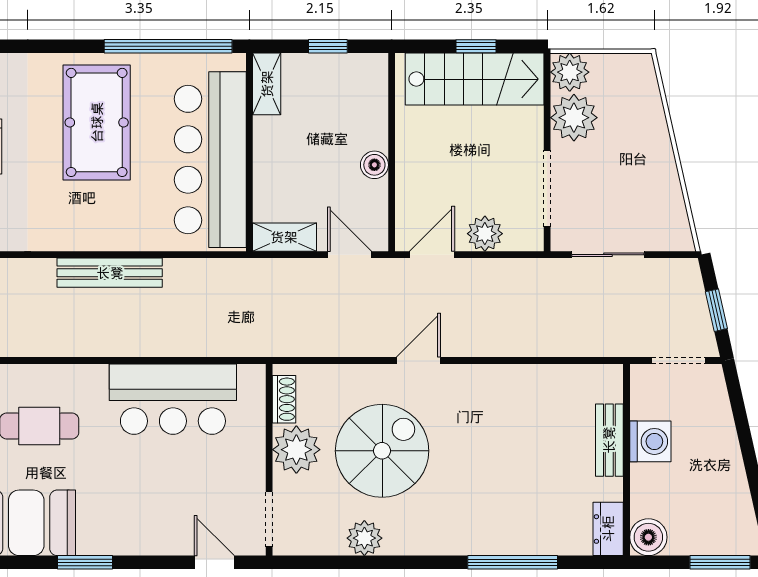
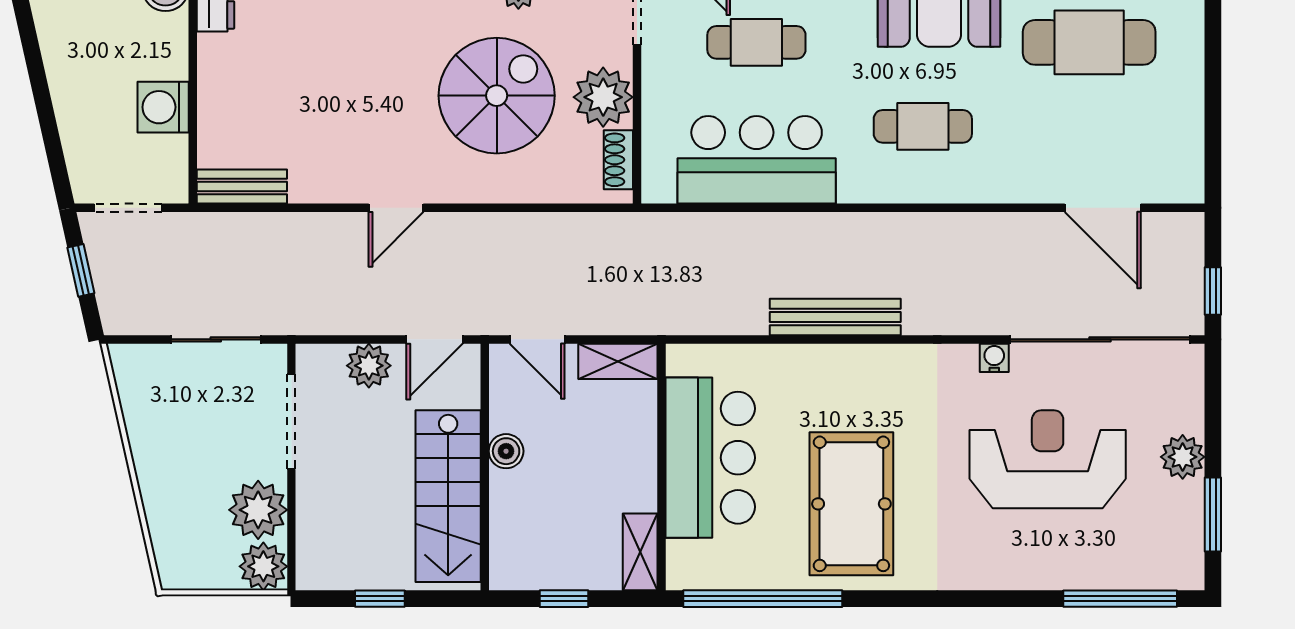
stairs: (475, 79) -> (448, 496), moved, turned -90
bar counter: (210, 160) -> (710, 458), width x0.73
door: (418, 361) -> (396, 208), moved
bench: (609, 440) -> (242, 186), moved, turned 90
spiral stairs: (382, 451) -> (497, 96), turned 180
cafe table: (173, 494) -> (756, 42), added

